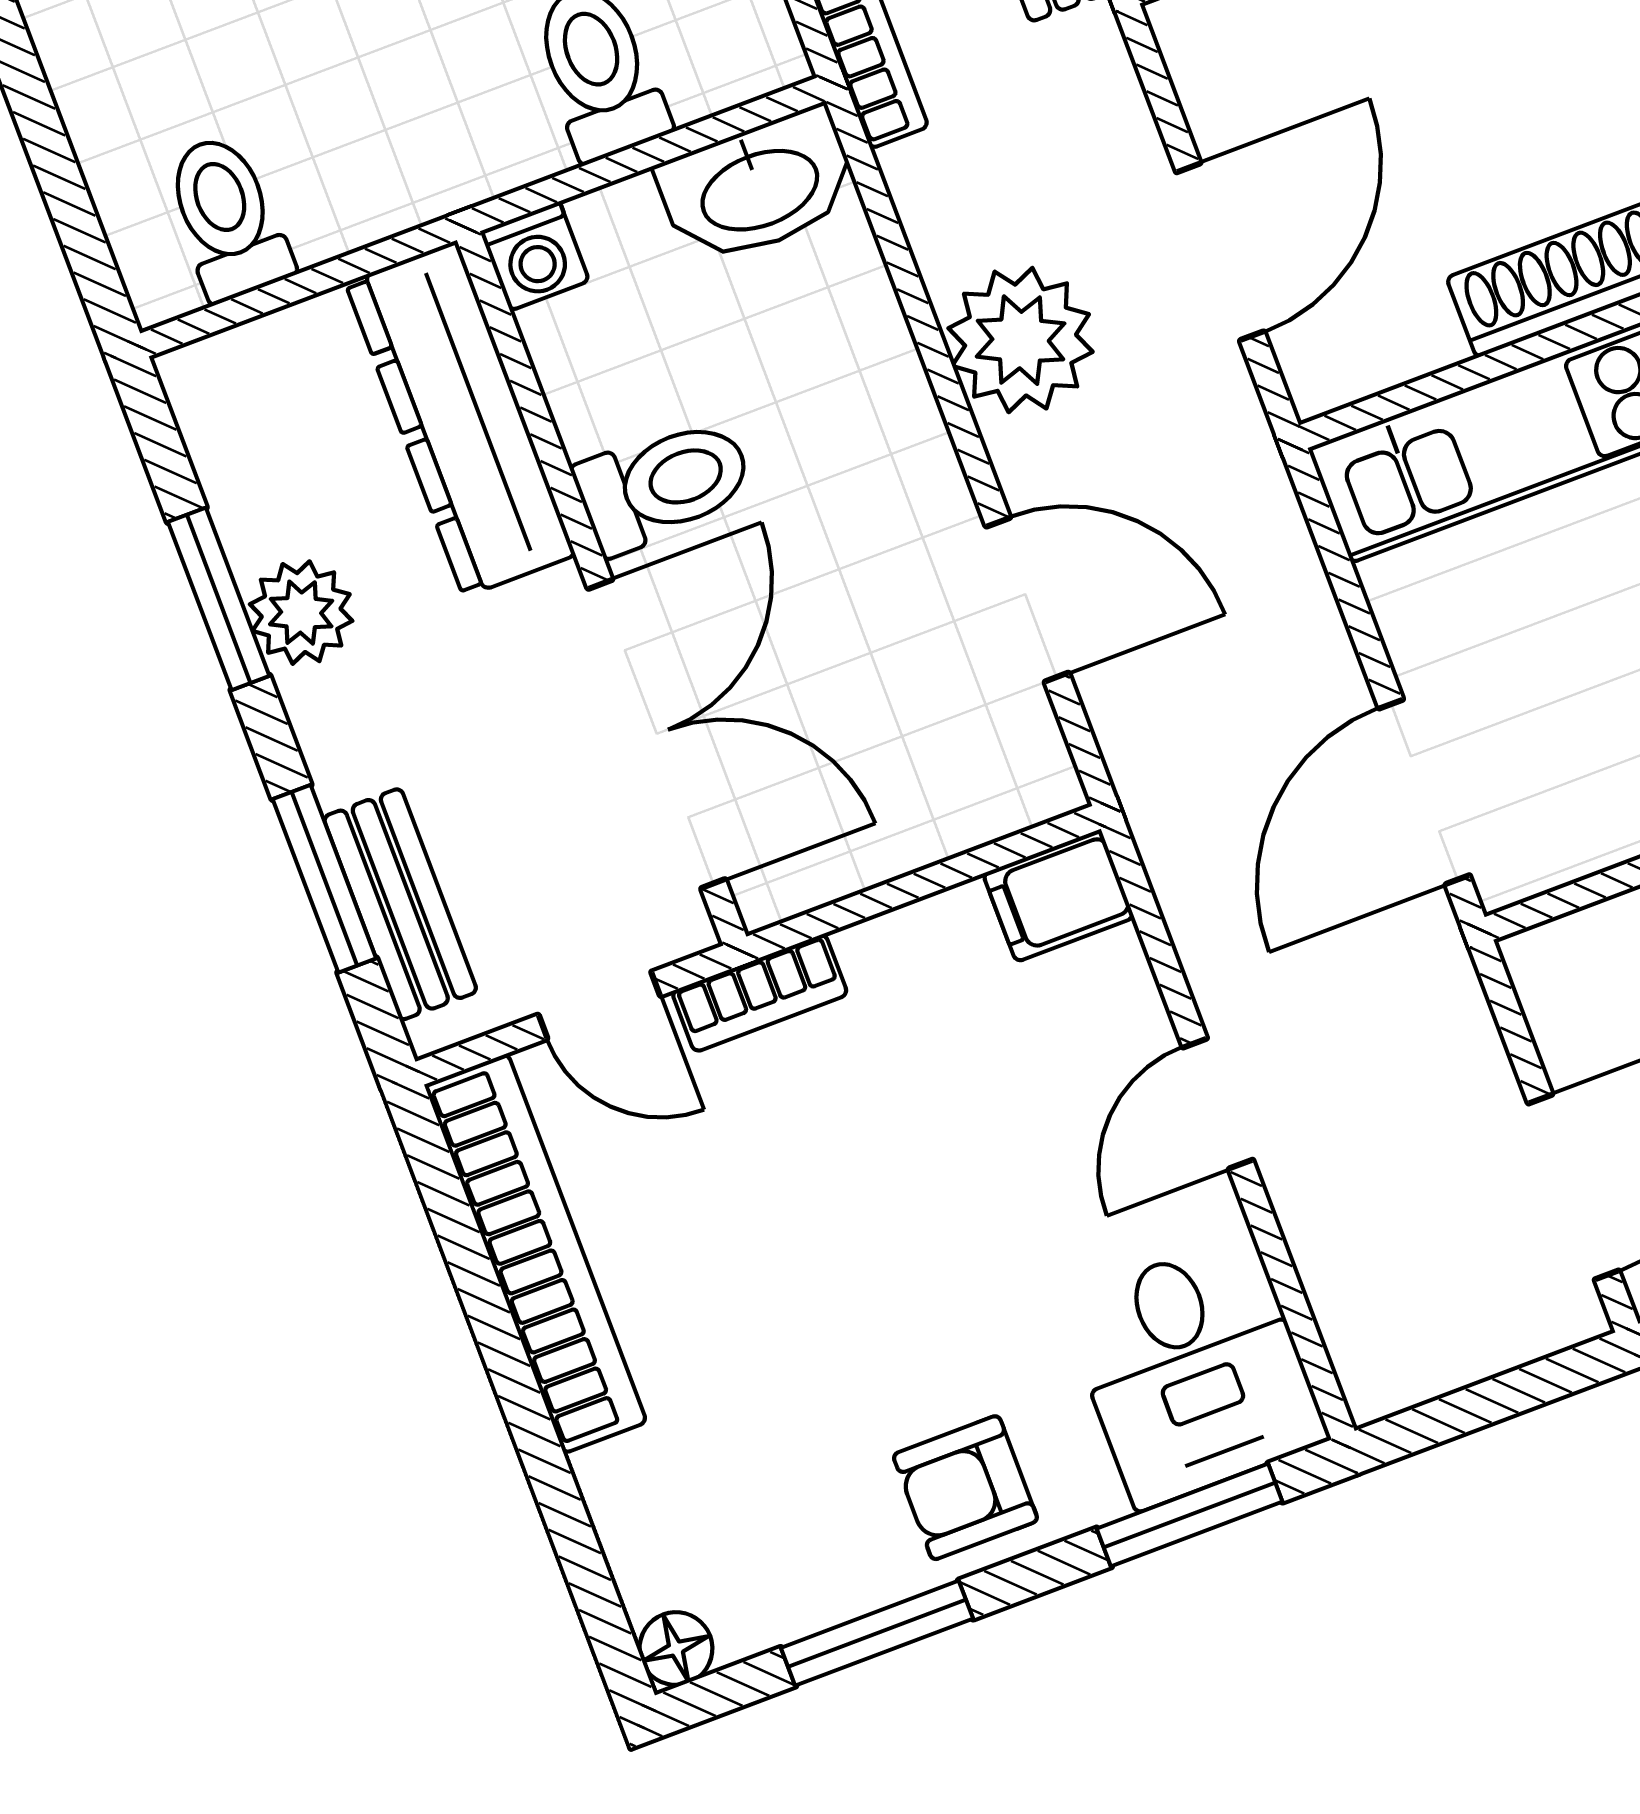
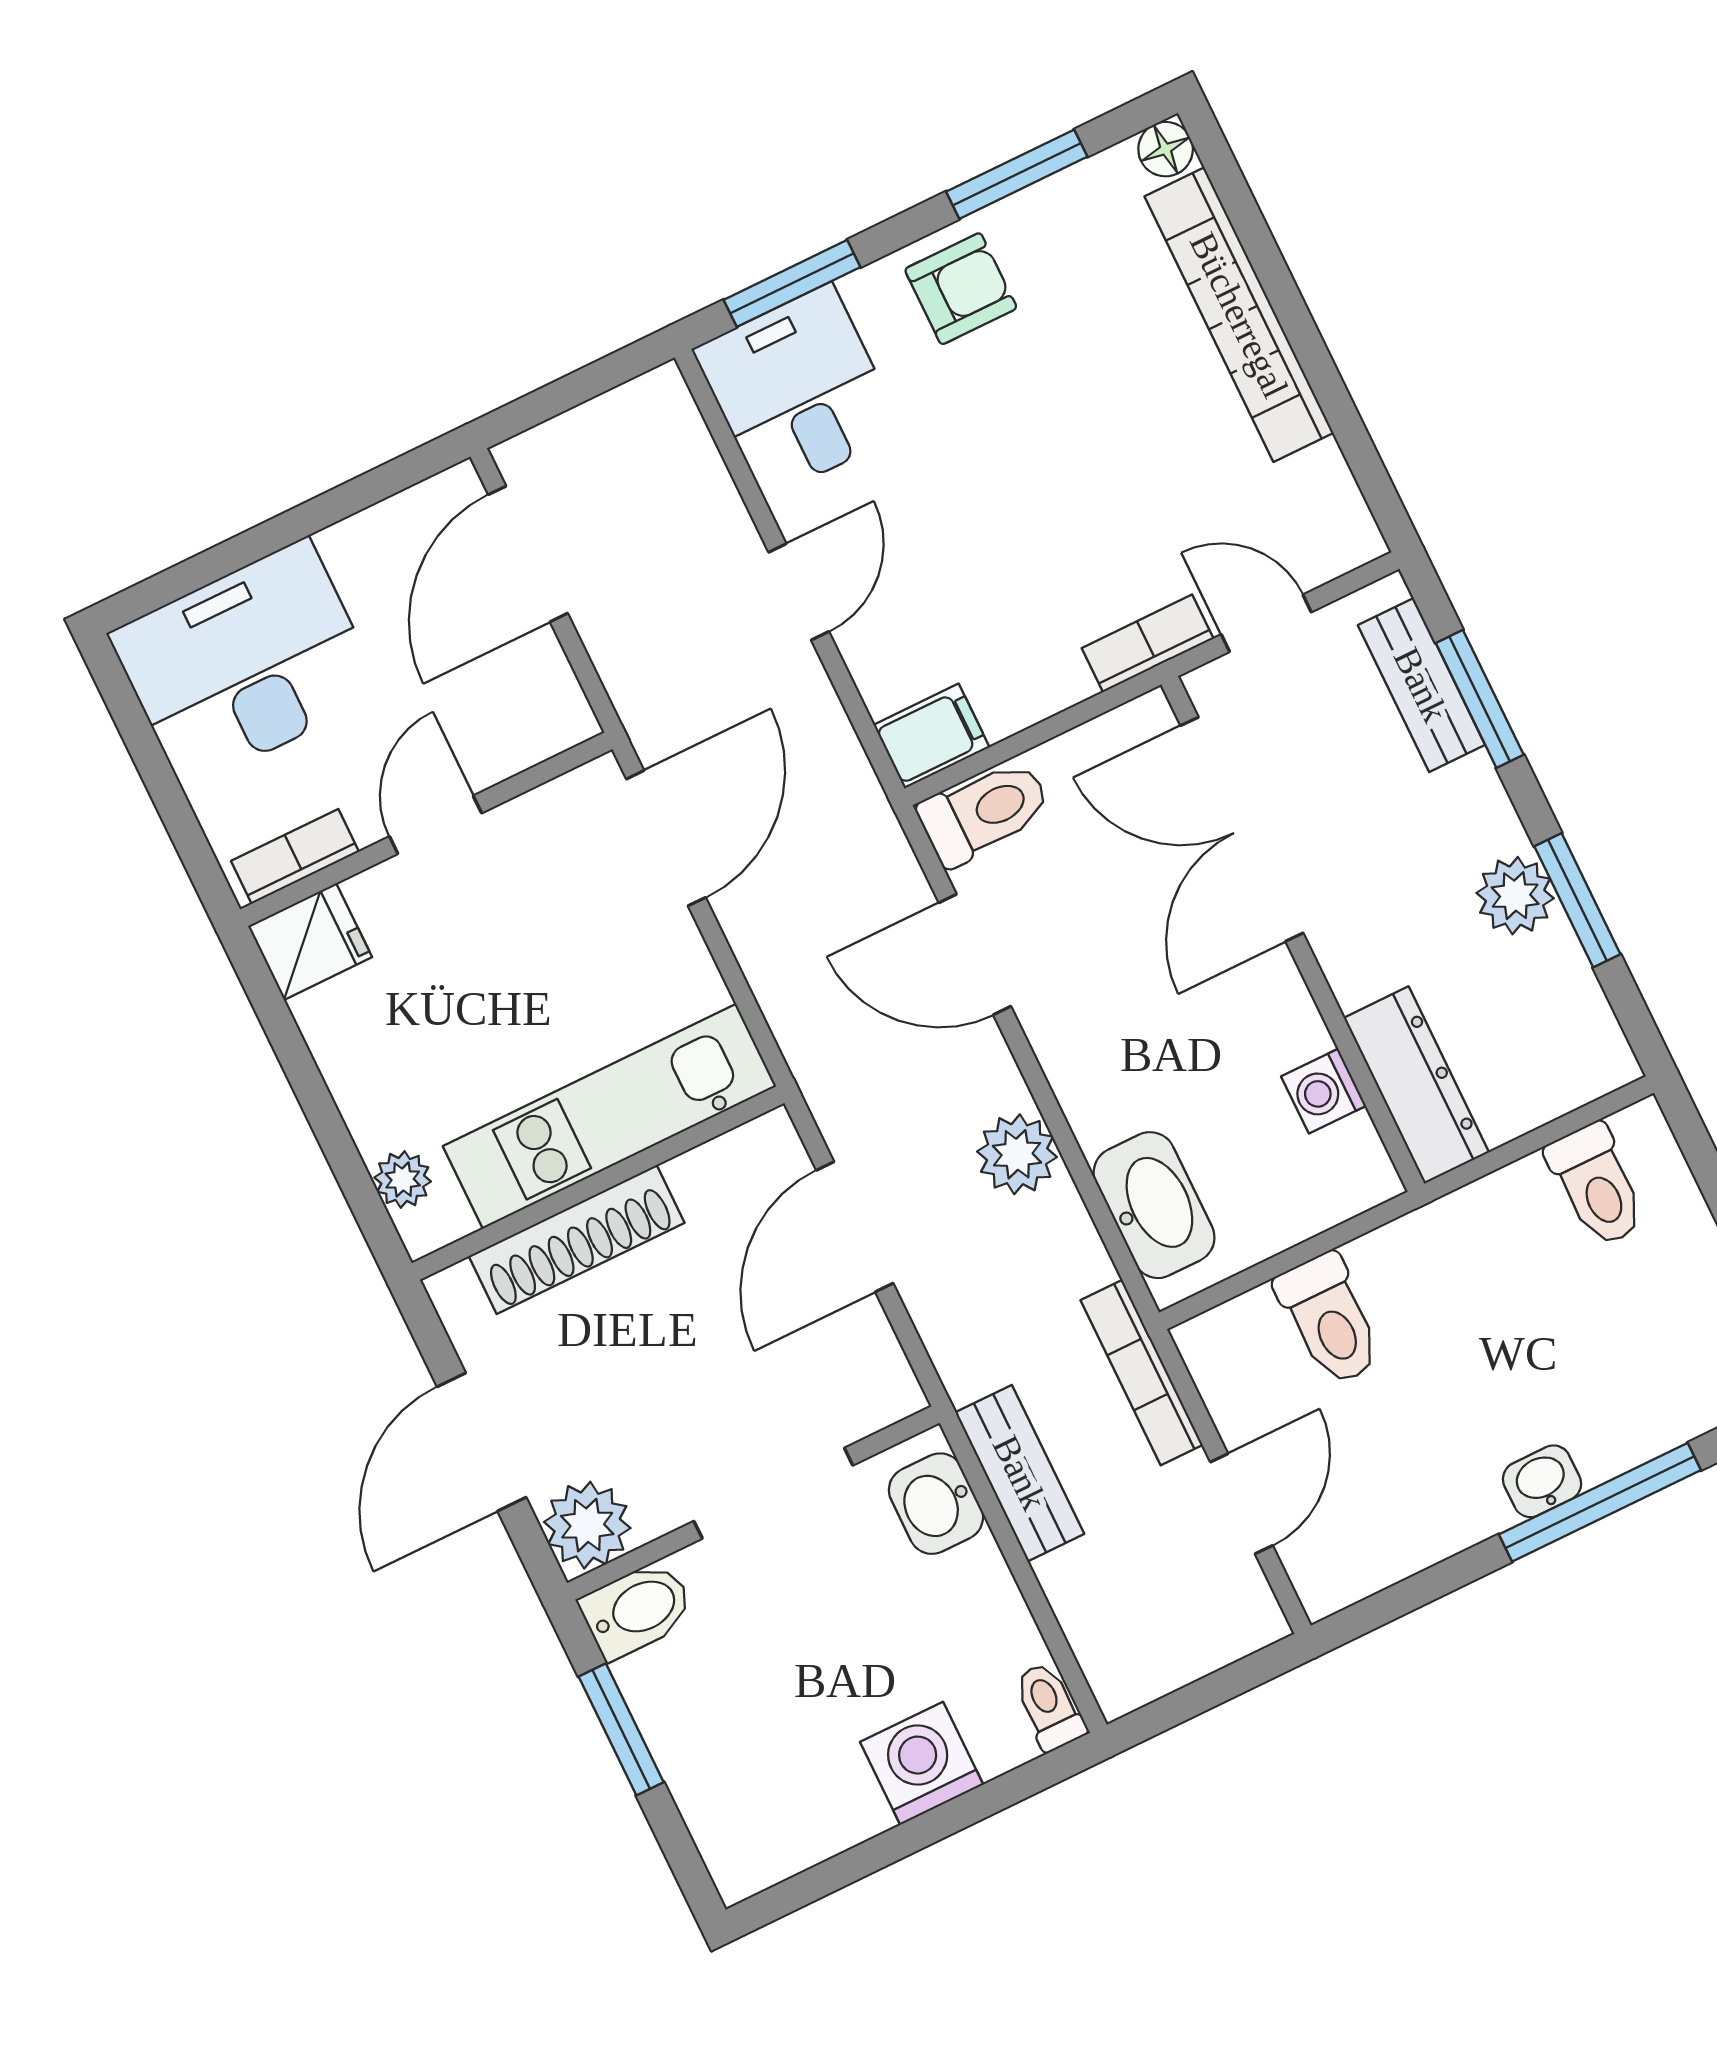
washbasin: (759, 187) -> (1154, 1205), moved, turned 90
washing machine: (535, 256) -> (1324, 1091), moved, turned -90
plant: (1021, 340) -> (1017, 1154), width x0.73, depth x0.73
dresser: (460, 419) -> (1416, 1085), width x0.73, depth x0.80
toilet: (664, 485) -> (985, 812), moved, turned 180
bookcase: (535, 1253) -> (1239, 315), moved

